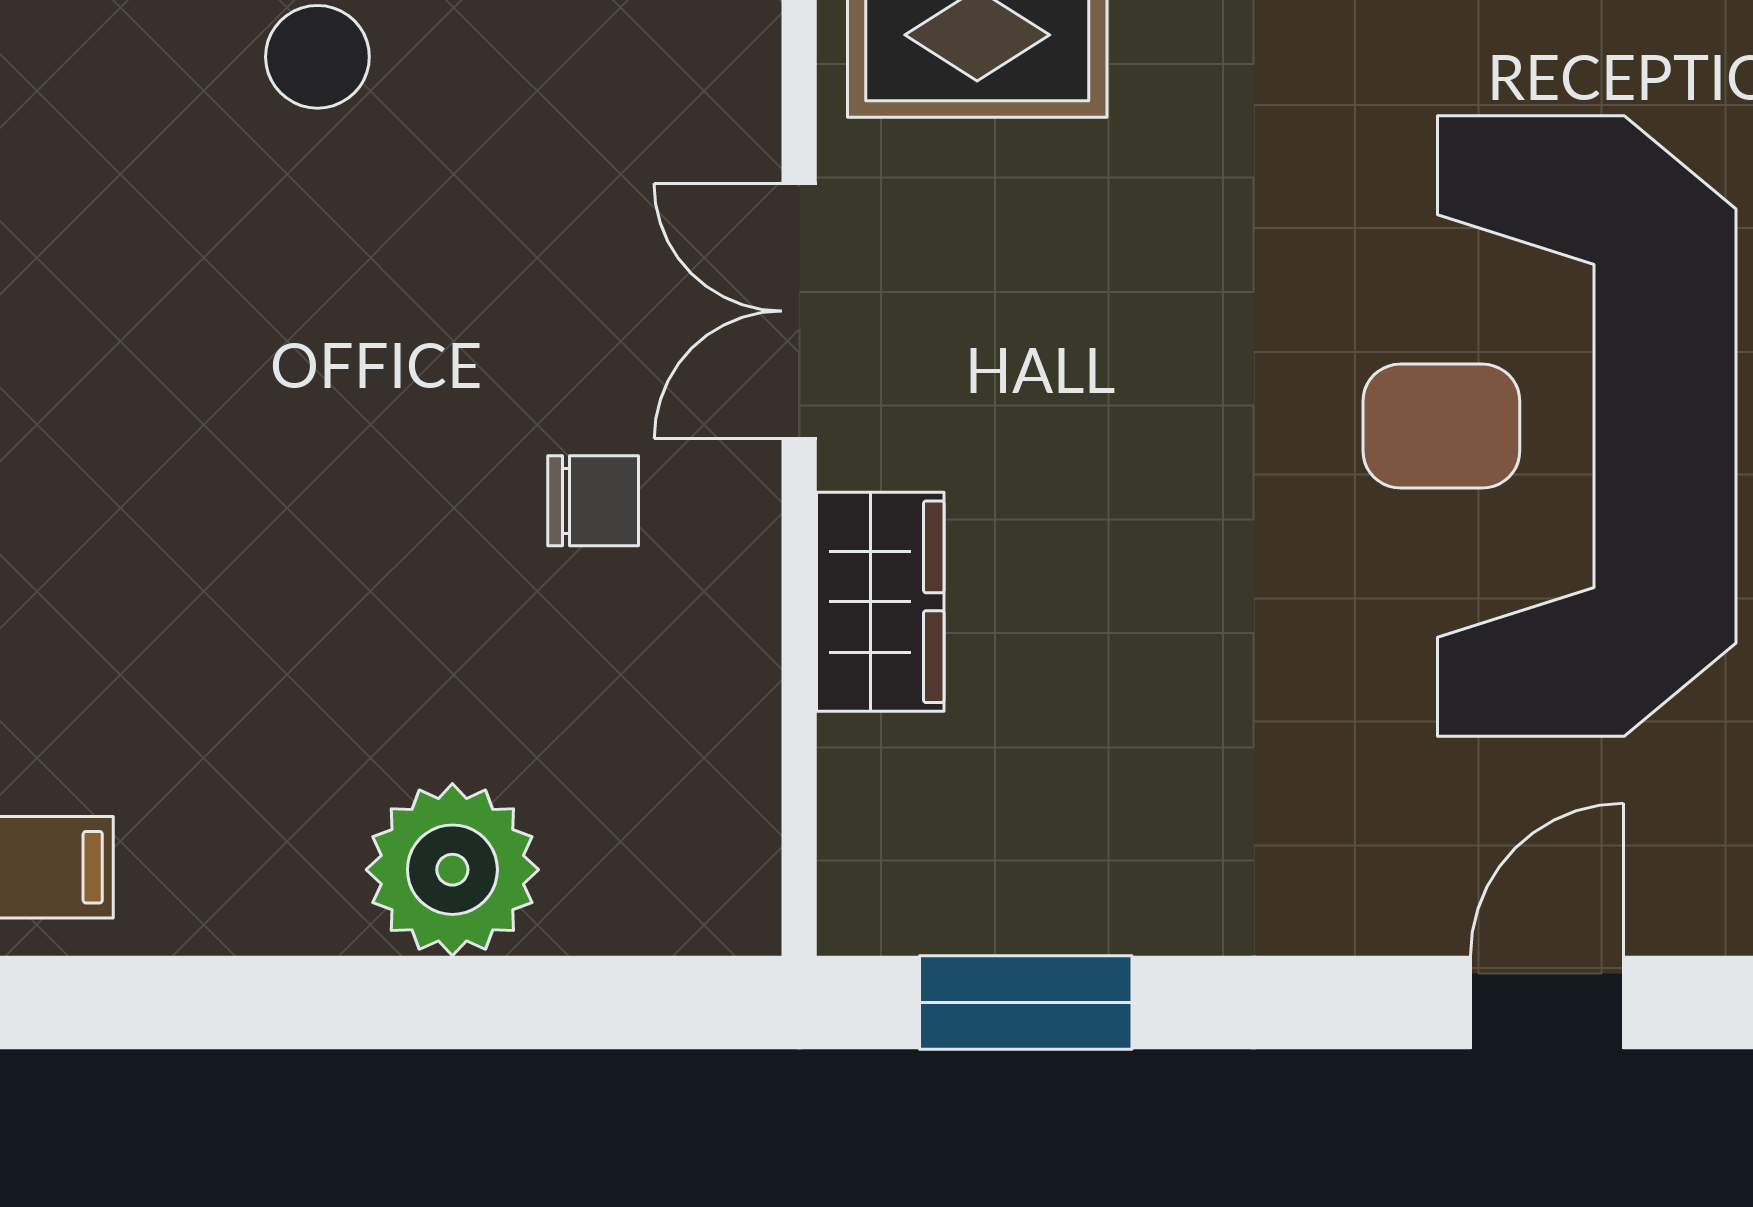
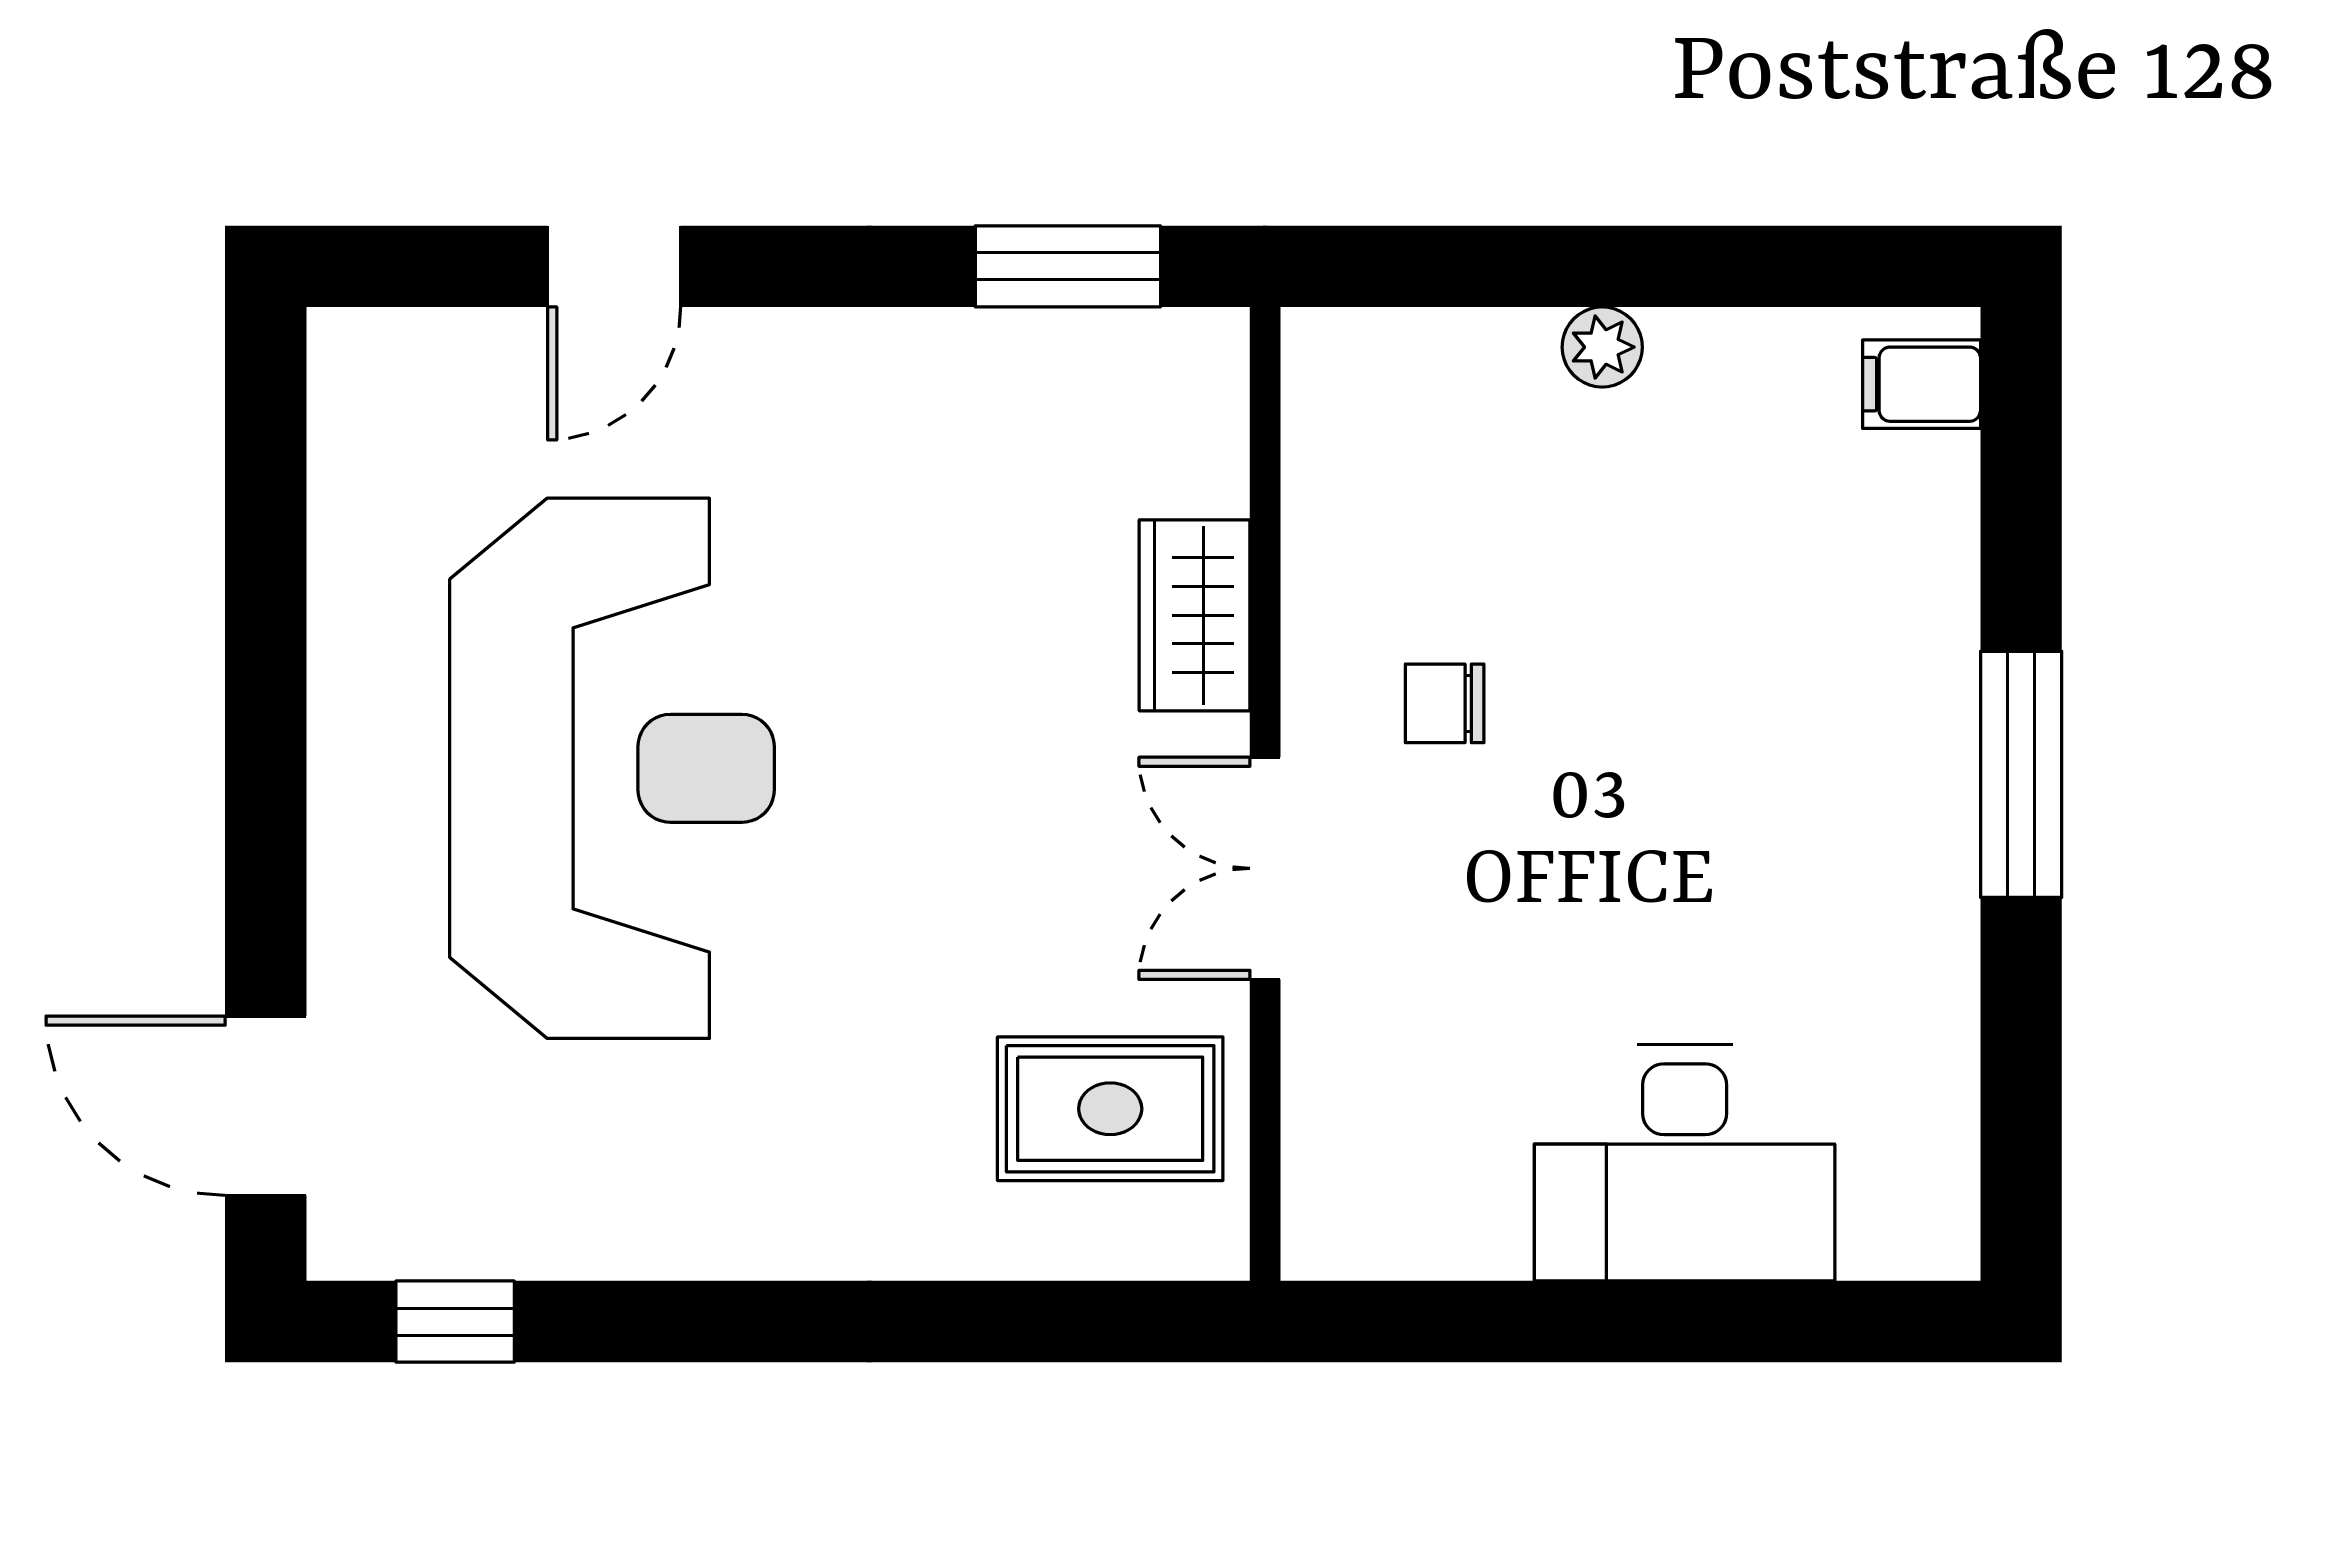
double door: (799, 311) -> (1265, 868), swing flipped
plant: (452, 870) -> (1602, 347), width x0.53, depth x0.53

